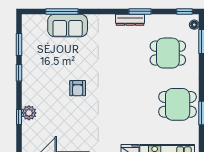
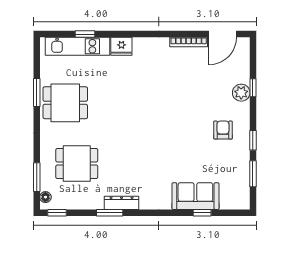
window: (62, 11) -> (202, 213), width x0.46
armchair: (78, 88) -> (223, 130), moved

